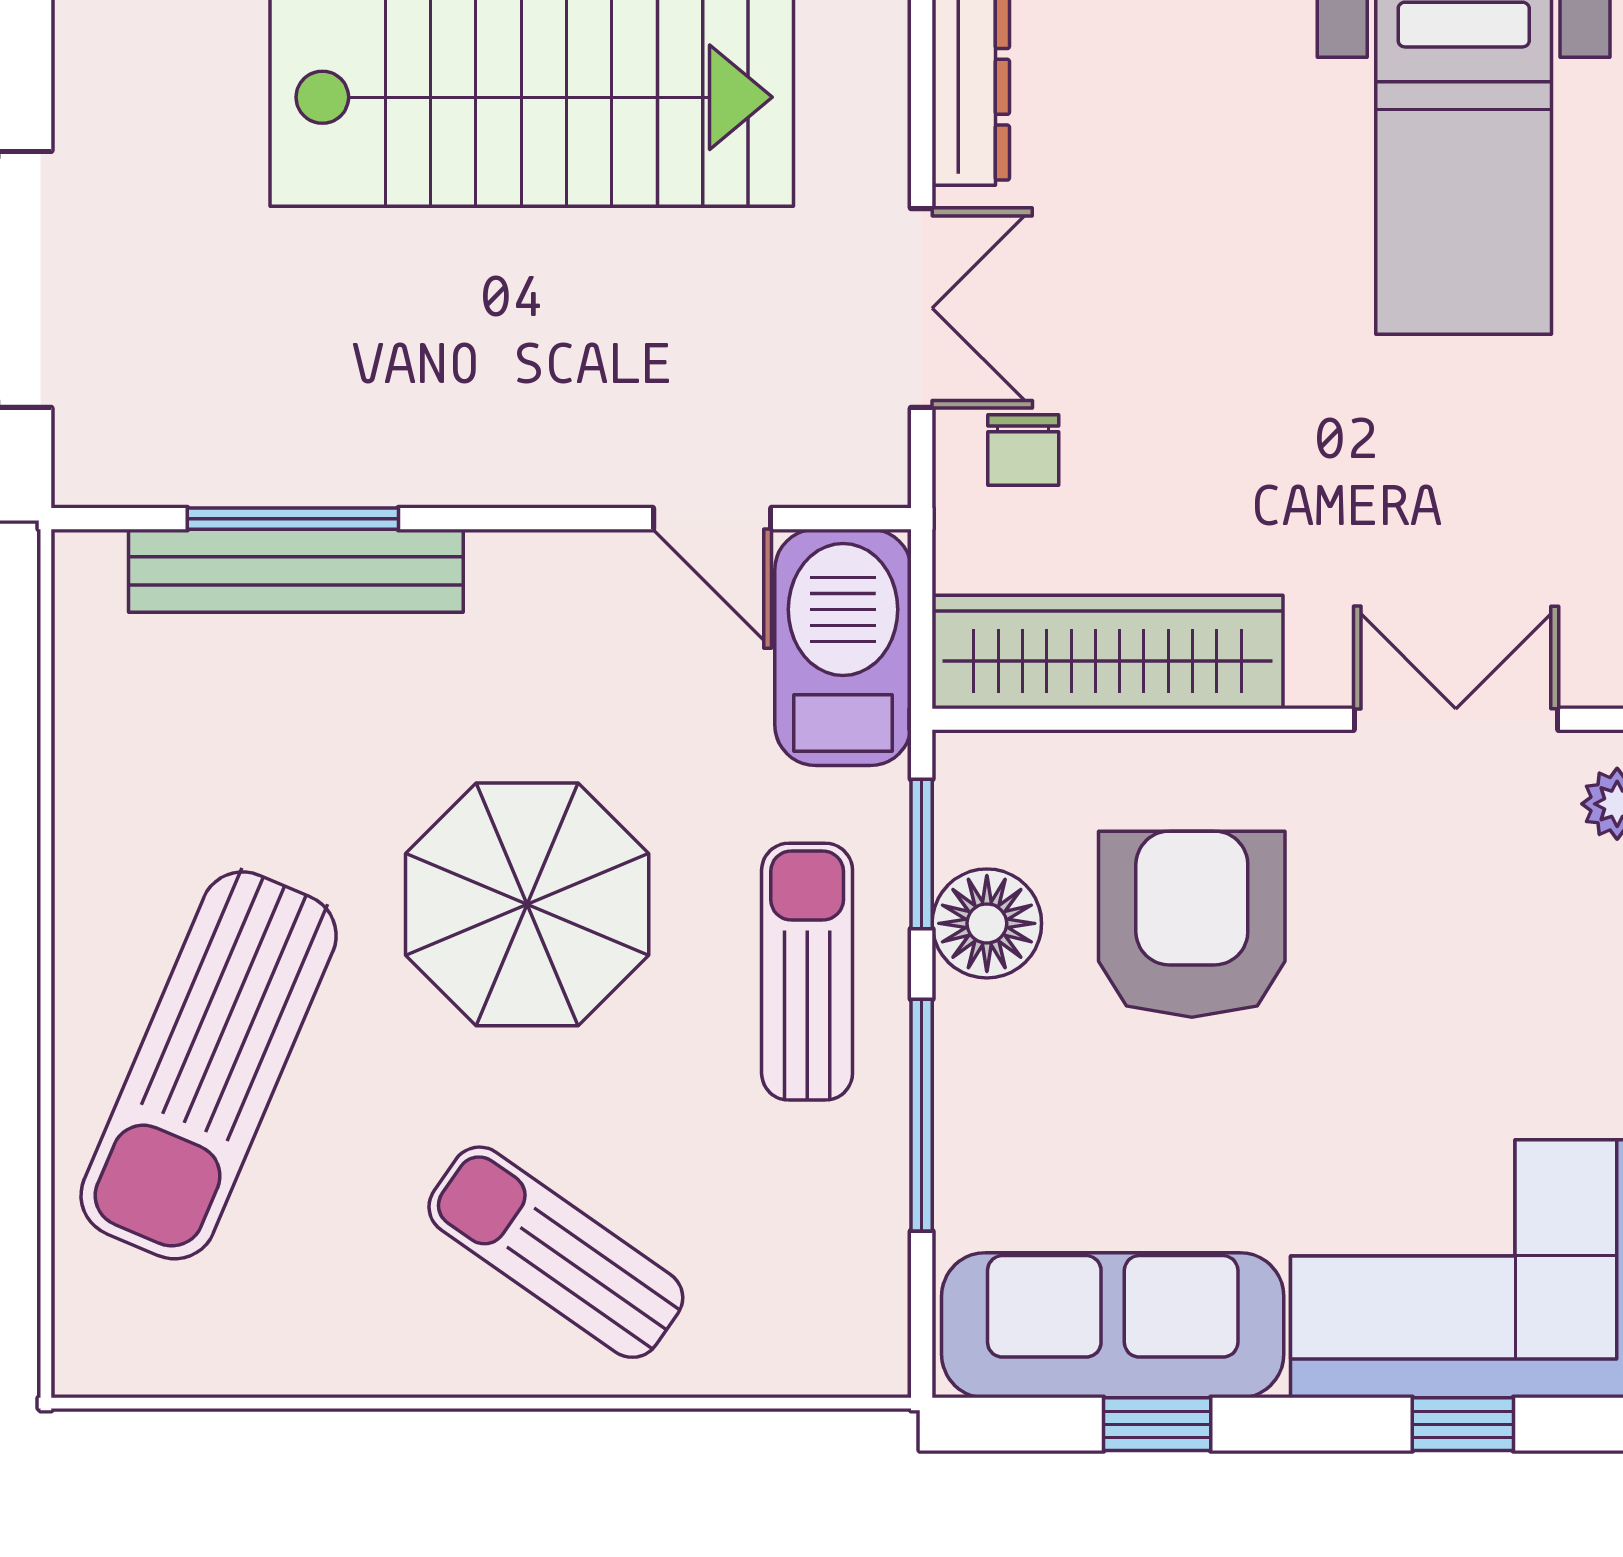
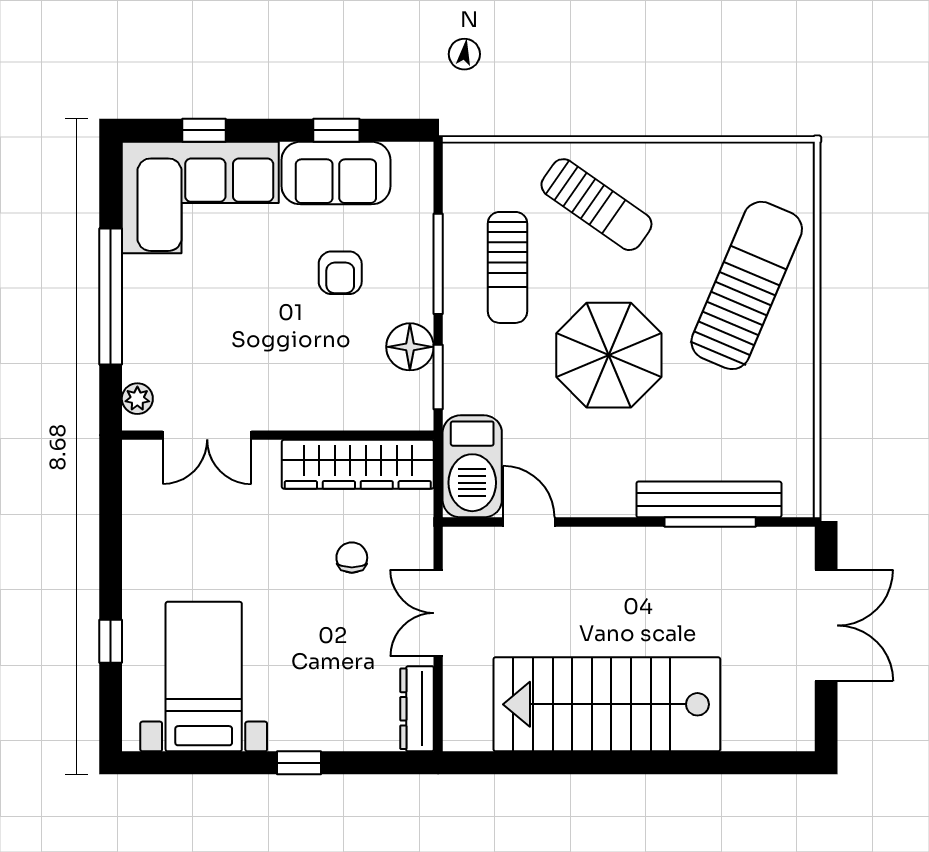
chair: (1023, 450) -> (352, 558), moved
armchair: (1192, 924) -> (340, 273), moved, width x0.53, depth x0.53
sun lounger: (807, 972) -> (508, 267), moved
sofa: (1113, 1325) -> (336, 173), width x0.73

